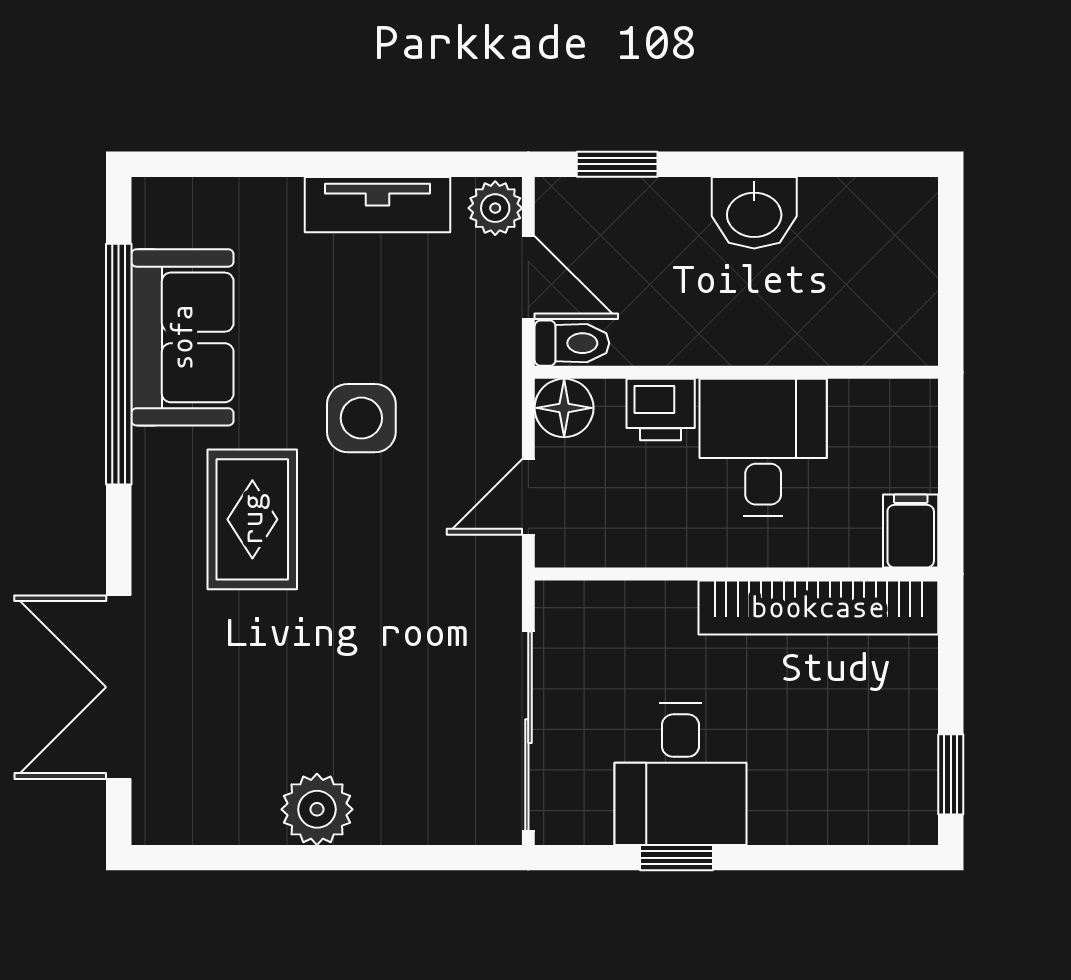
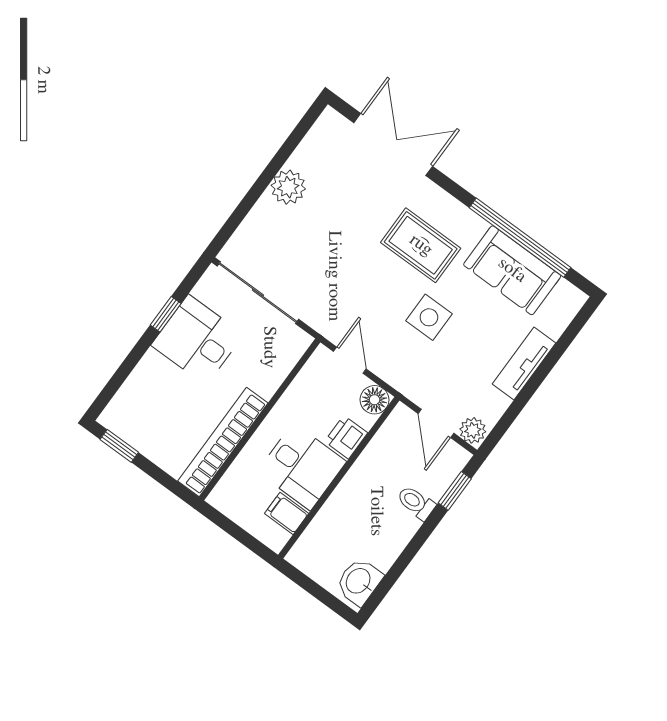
tv unit: (377, 205) -> (524, 364), moved
washbasin: (754, 213) -> (359, 581), moved
door: (528, 278) -> (436, 423), hinge flipped
toilet: (572, 343) -> (416, 503), moved, turned 90
filing cabinet: (911, 531) -> (287, 513), moved, turned 180

